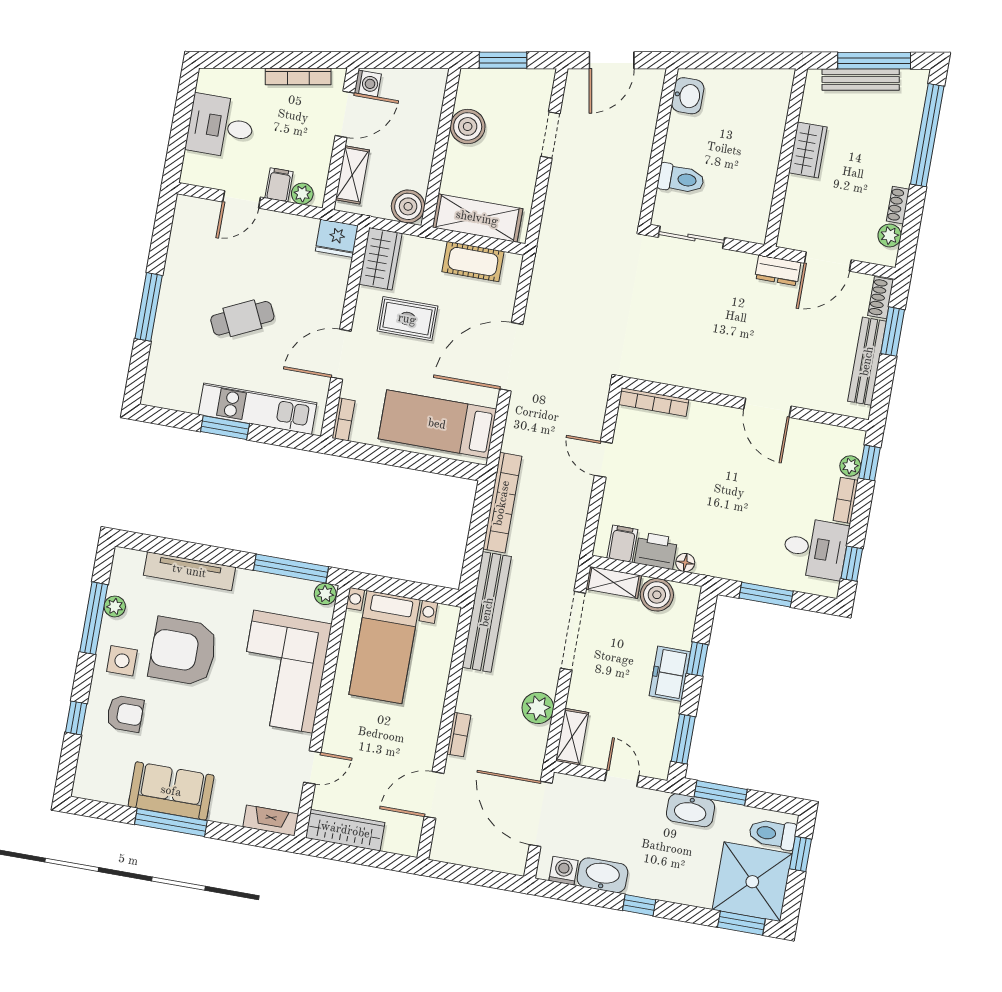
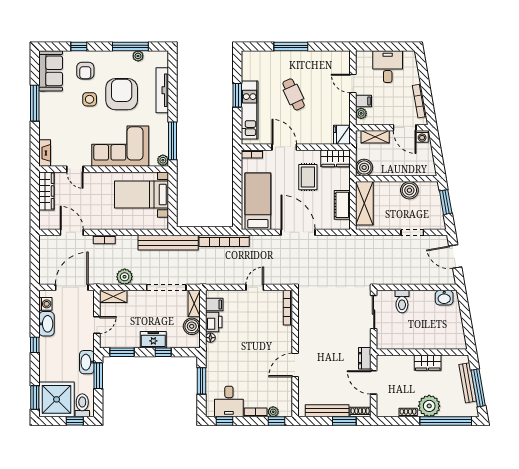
plant: (890, 236) -> (429, 406), moved, width x1.88, depth x1.88
side table: (122, 661) -> (90, 99), moved
sofa: (171, 791) -> (51, 71), moved

